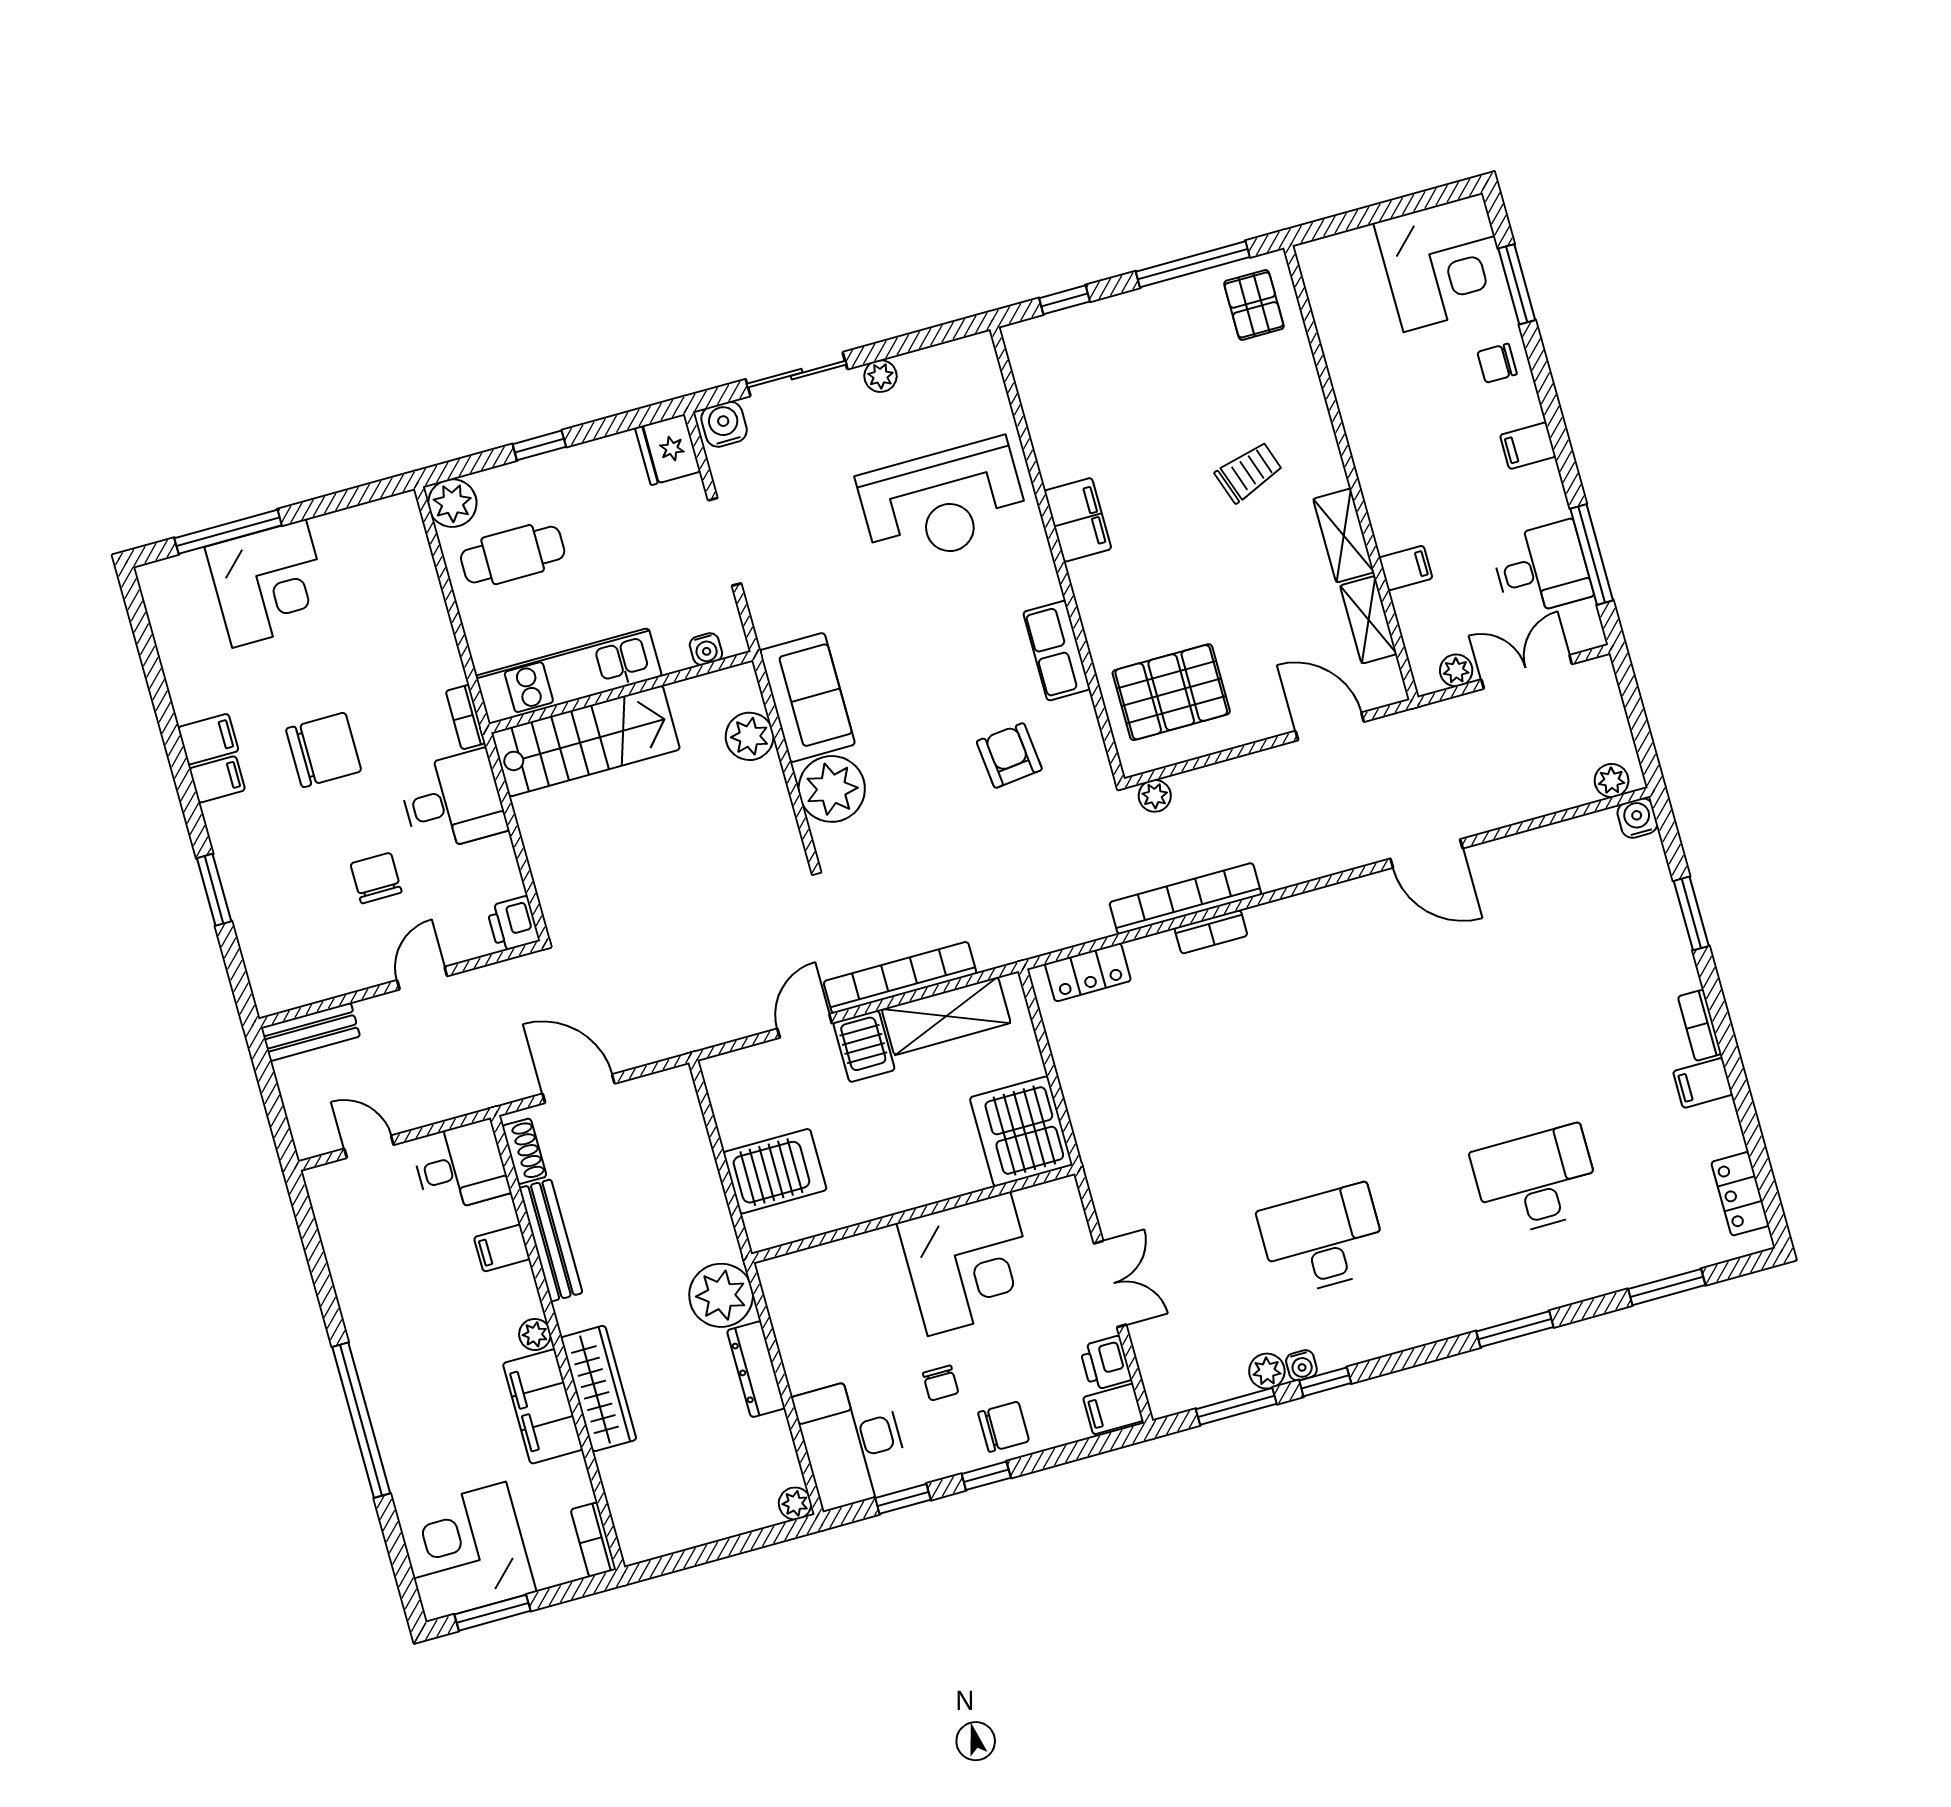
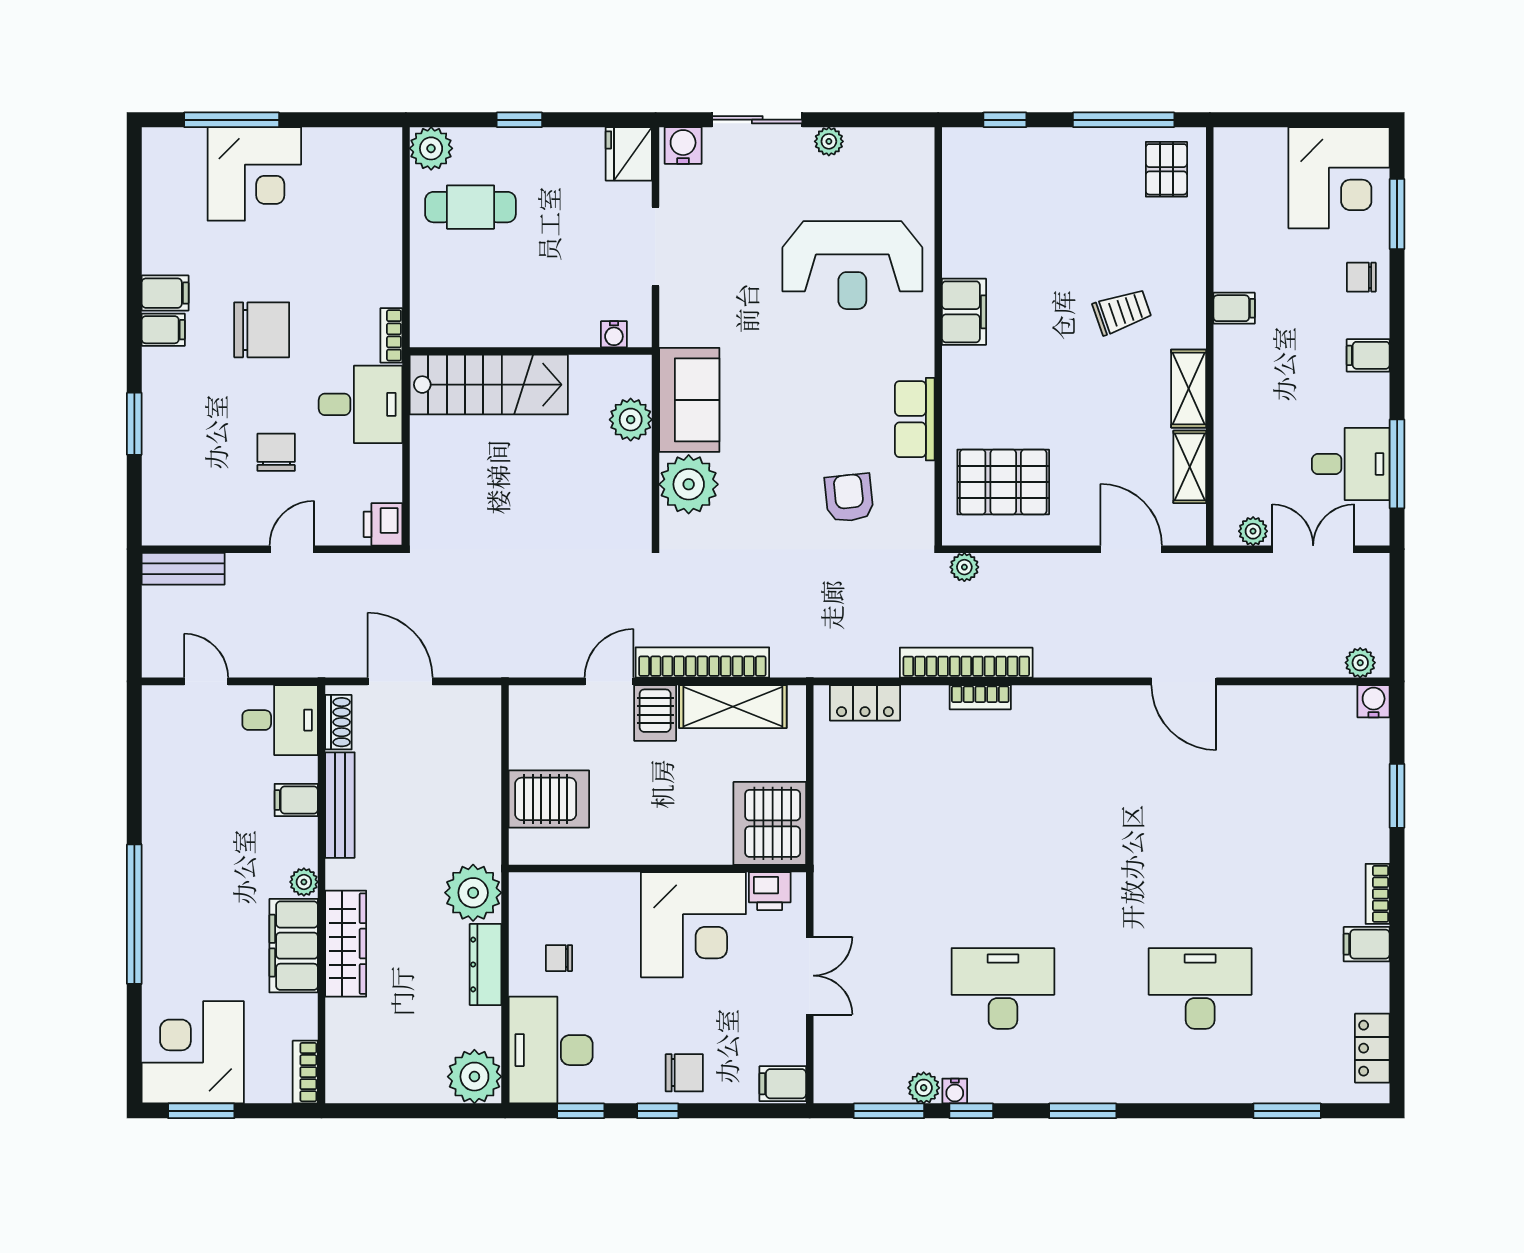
filing cabinet: (1406, 568) -> (1234, 308), moved
kitchen unit: (569, 676) -> (490, 325), removed
window: (1515, 1329) -> (1083, 1111), moved
printer: (1106, 1363) -> (770, 891), moved, turned -90
chair: (941, 1383) -> (559, 958), moved, turned 90
plant: (795, 1504) -> (474, 1077), width x1.88, depth x1.88

